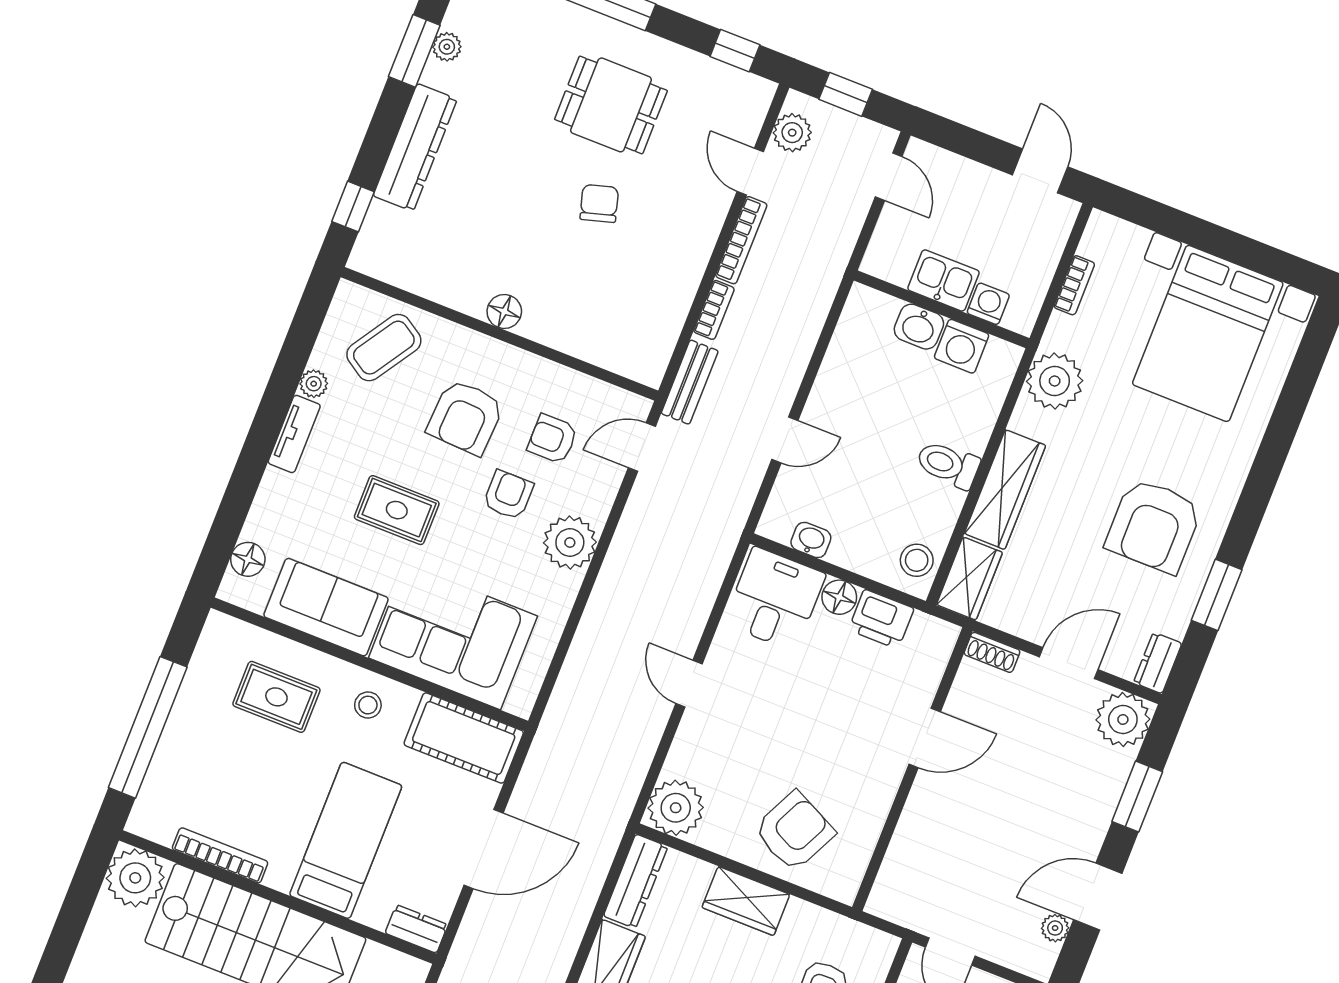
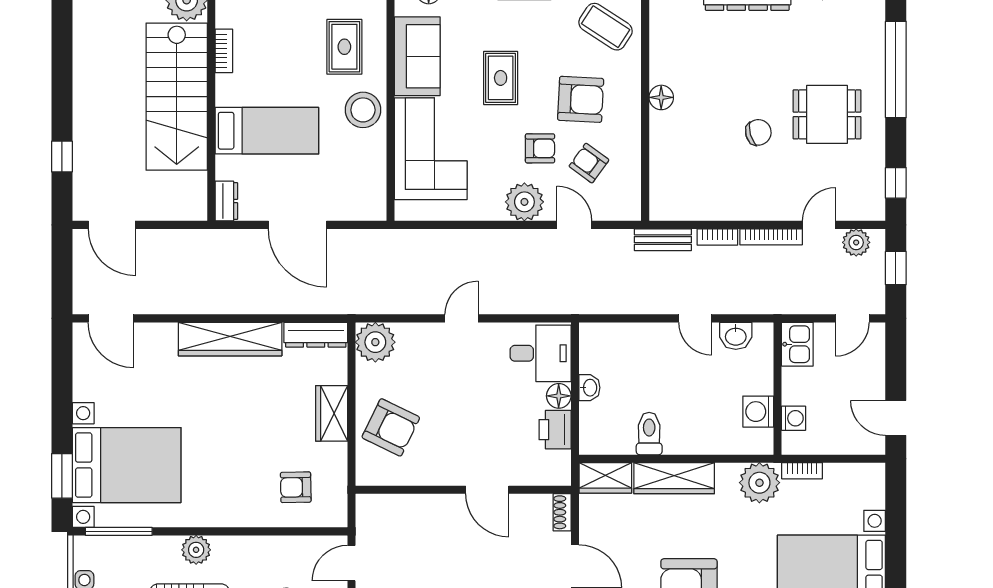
dining table: (611, 105) -> (827, 114), turned 90
door: (1040, 171) -> (896, 418), swing flipped
kitchen sink: (944, 280) -> (797, 344), moved
bookcase: (1074, 285) -> (802, 471), moved
washbasin: (919, 327) -> (736, 336), moved, turned -90
armchair: (465, 417) -> (581, 99), turned 180
armchair: (552, 439) -> (589, 163), turned -54
door: (785, 440) -> (695, 318), moved
door: (642, 447) -> (574, 225), moved
toilet: (948, 464) -> (649, 434), moved
washbasin: (811, 540) -> (589, 388), moved
stool: (917, 560) -> (604, 438), removed
stool: (368, 705) -> (363, 110), width x1.89, depth x1.89
cot: (464, 738) -> (366, 182), removed
bookcase: (220, 855) -> (224, 51), width x0.64

